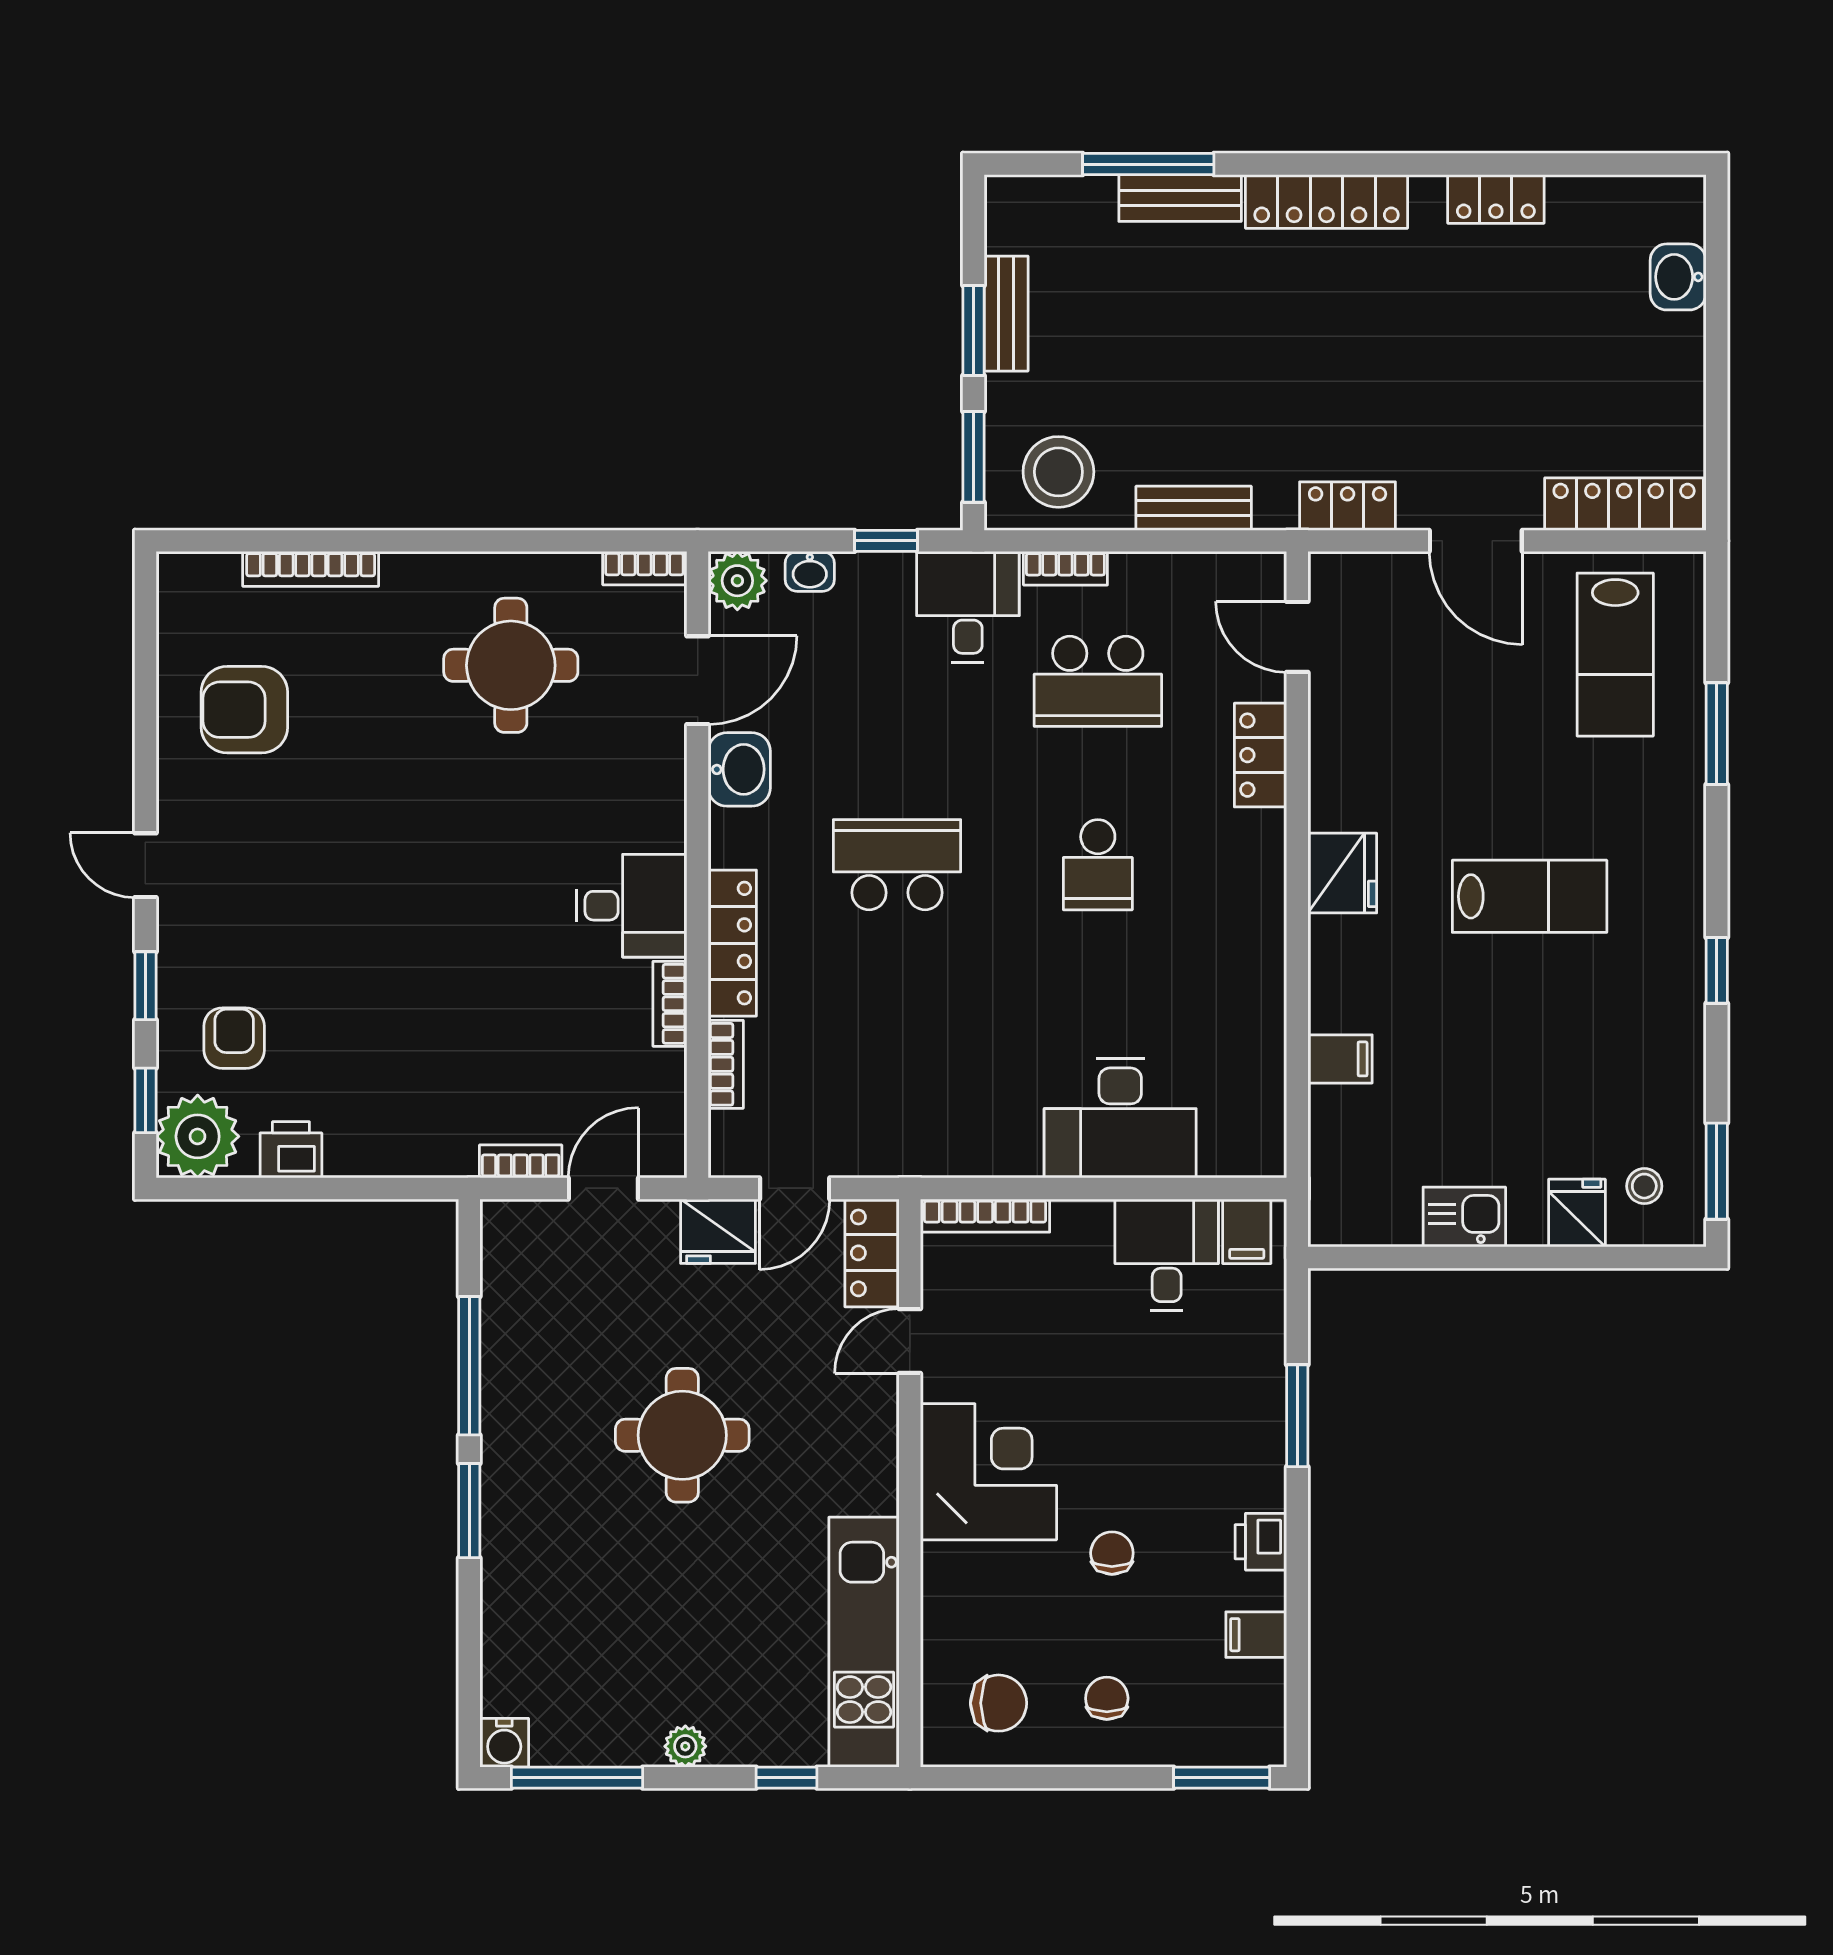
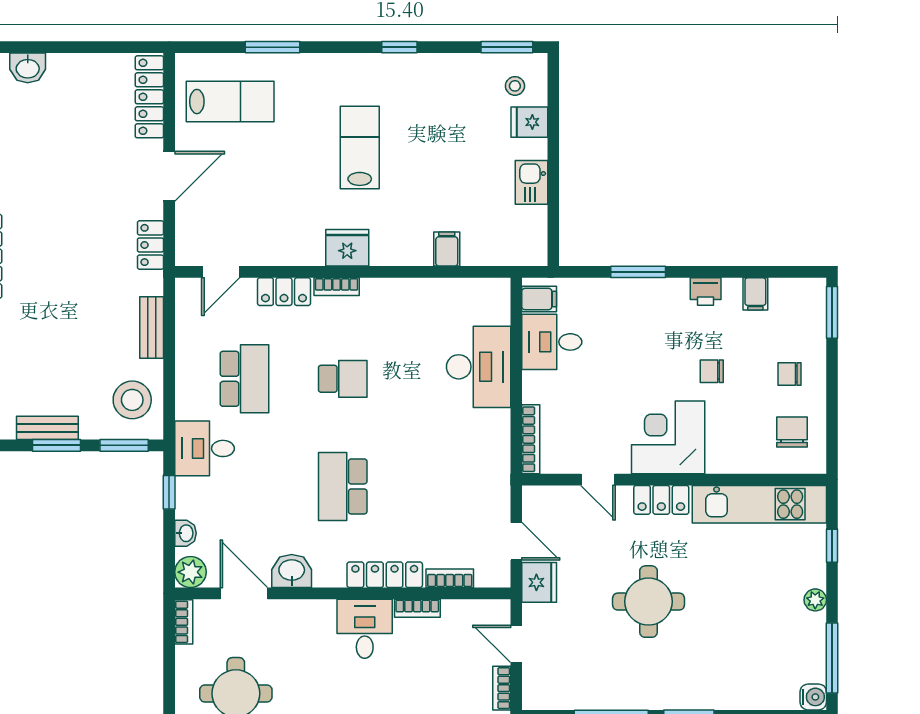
bookcase: (1065, 568) -> (337, 287), moved, turned 90
locker: (872, 1253) -> (661, 500), moved

